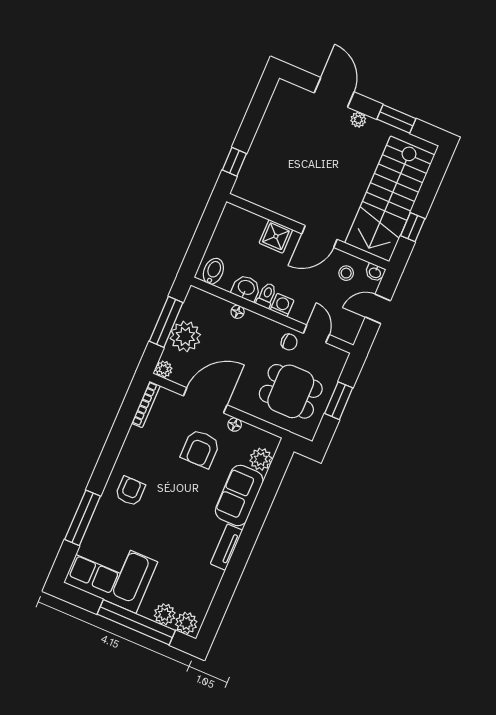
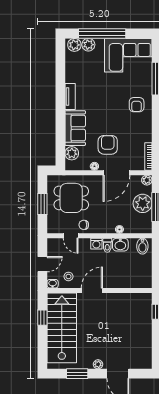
shower: (276, 236) -> (116, 280), removed

